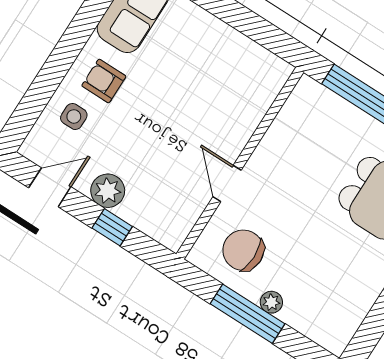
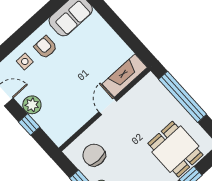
fireplace: (259, 93) -> (125, 76), added
door: (227, 183) -> (108, 106), moved

